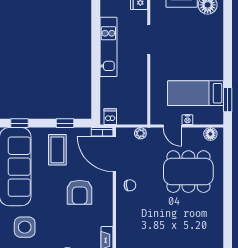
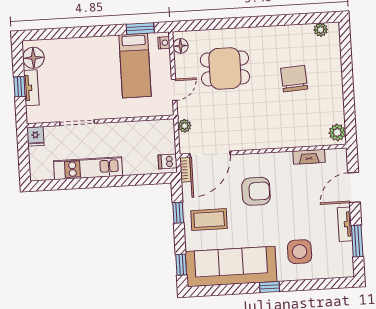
nightstand: (187, 120) -> (164, 43), moved
dining table: (188, 172) -> (225, 68), width x0.73
chair: (130, 185) -> (294, 79), moved, width x1.87, depth x1.87

